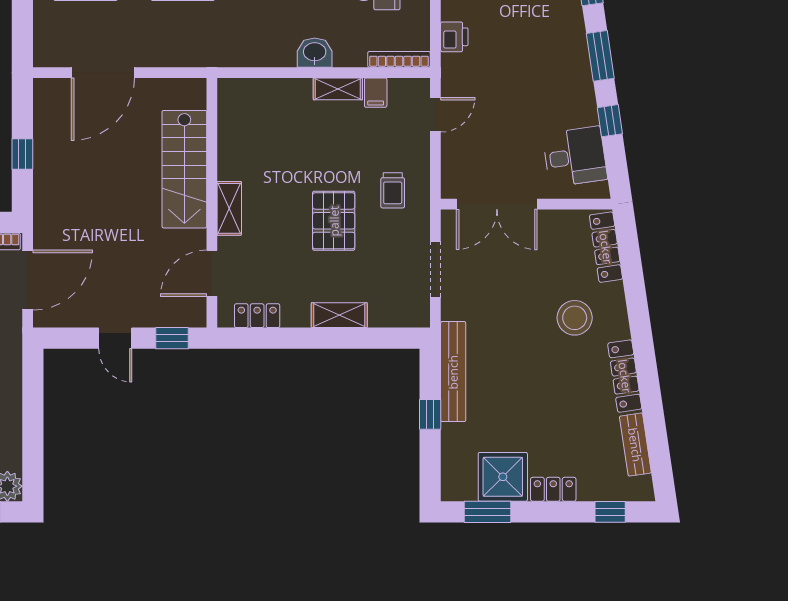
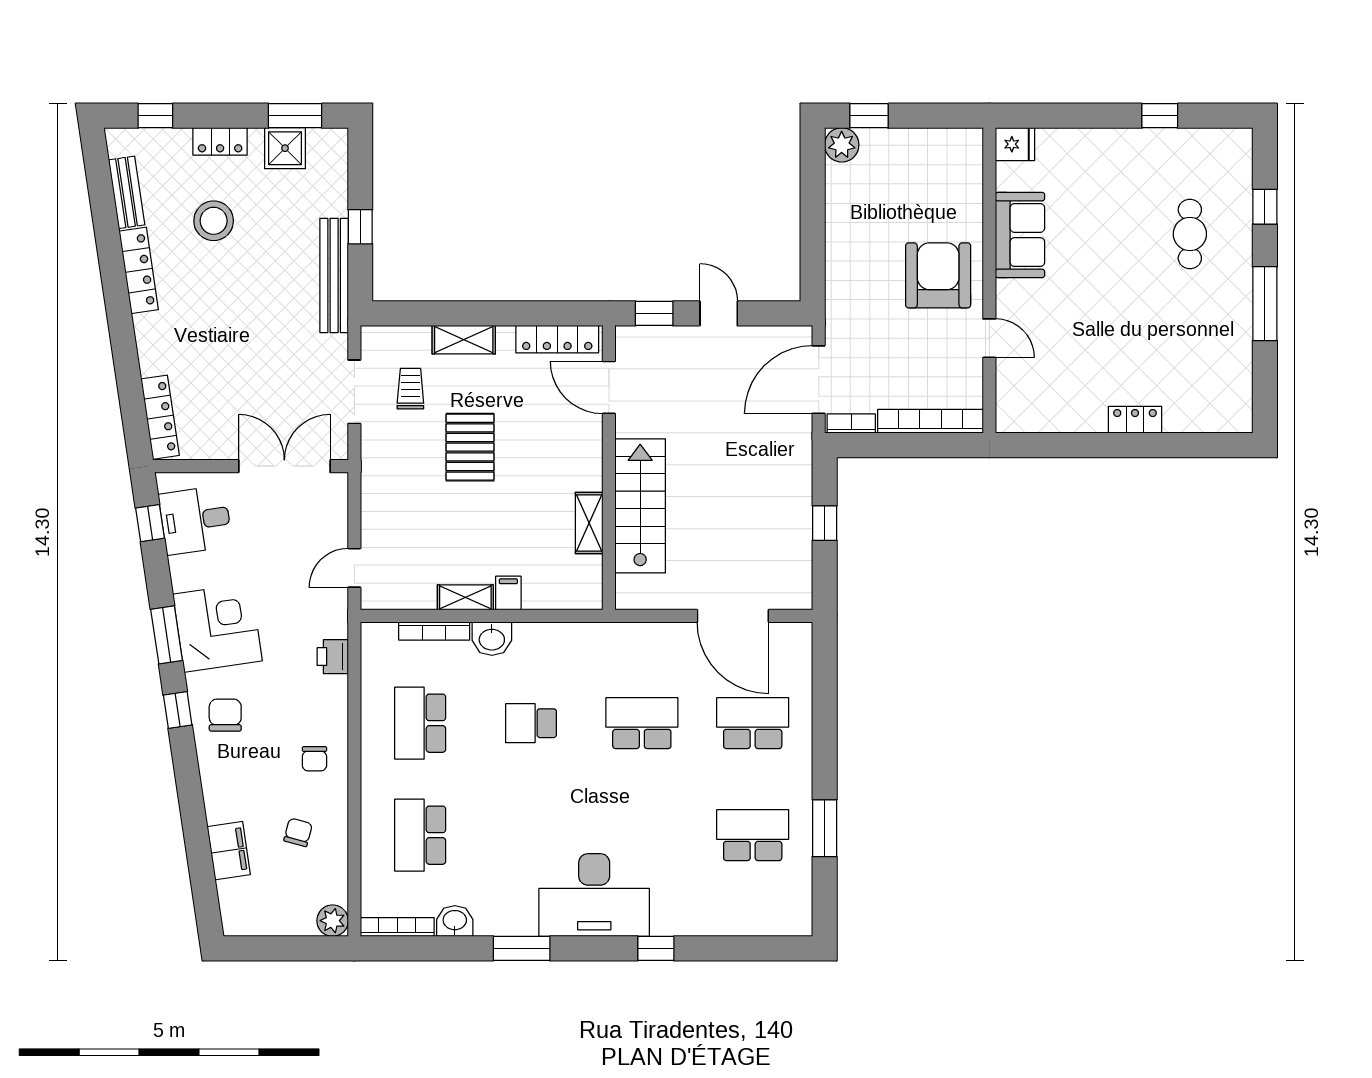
bookcase: (399, 59) -> (434, 631), moved
corner desk: (556, 62) -> (218, 627), added
door: (103, 73) -> (733, 616), swing flipped
filing cabinet: (376, 93) -> (508, 593), moved
window: (610, 121) -> (150, 523), moved
trolley: (393, 190) -> (410, 389), moved
shelving: (229, 208) -> (589, 523), moved
door: (212, 273) -> (609, 387), swing flipped
locker: (257, 316) -> (557, 339), width x1.53
stool: (575, 318) -> (214, 221), moved
shower: (503, 477) -> (285, 148), width x0.73, depth x0.73

